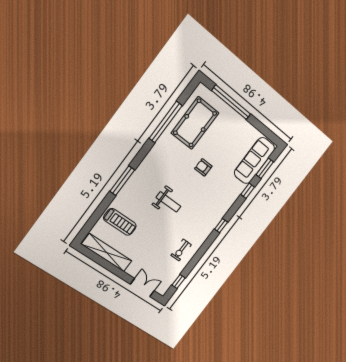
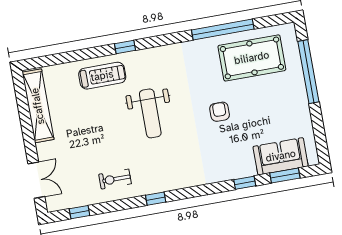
sofa: (254, 161) -> (281, 156), width x0.73
window: (122, 181) -> (125, 47), width x0.46
weight bench: (168, 202) -> (150, 113), width x1.36, depth x1.33
treadmill: (120, 222) -> (102, 76), moved, turned -90
window: (221, 226) -> (156, 199), moved

